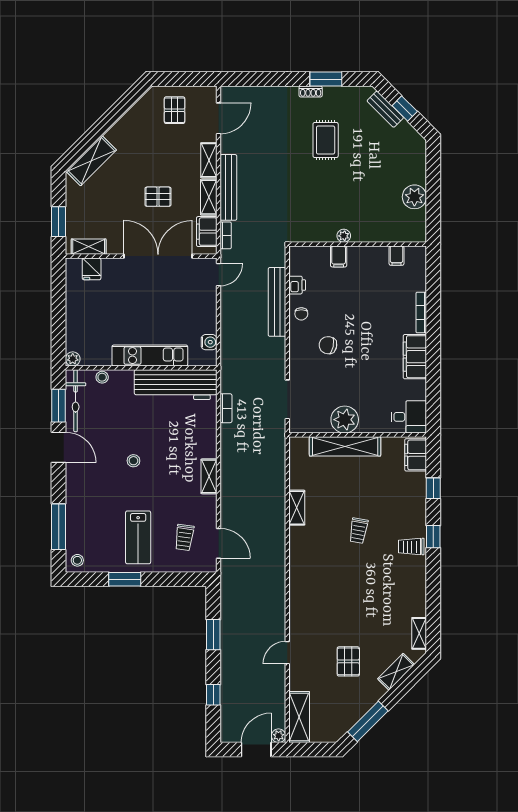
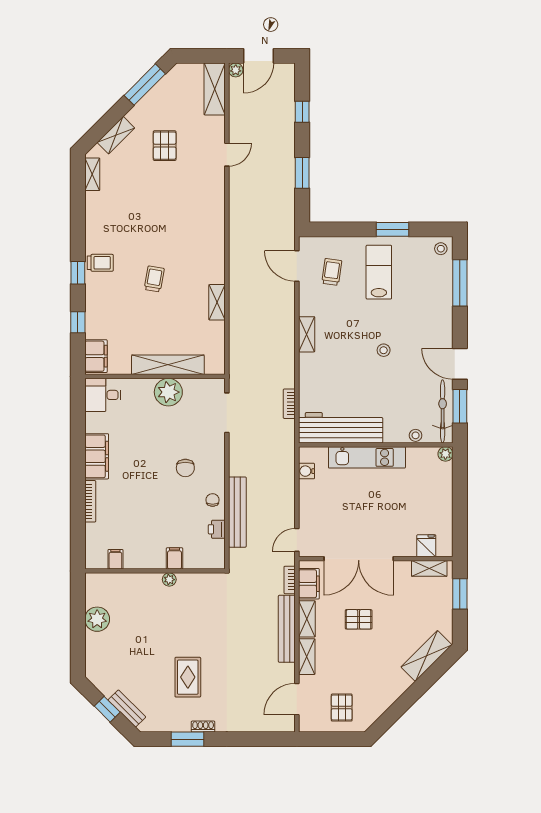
chair: (328, 345) -> (185, 468), turned 78

